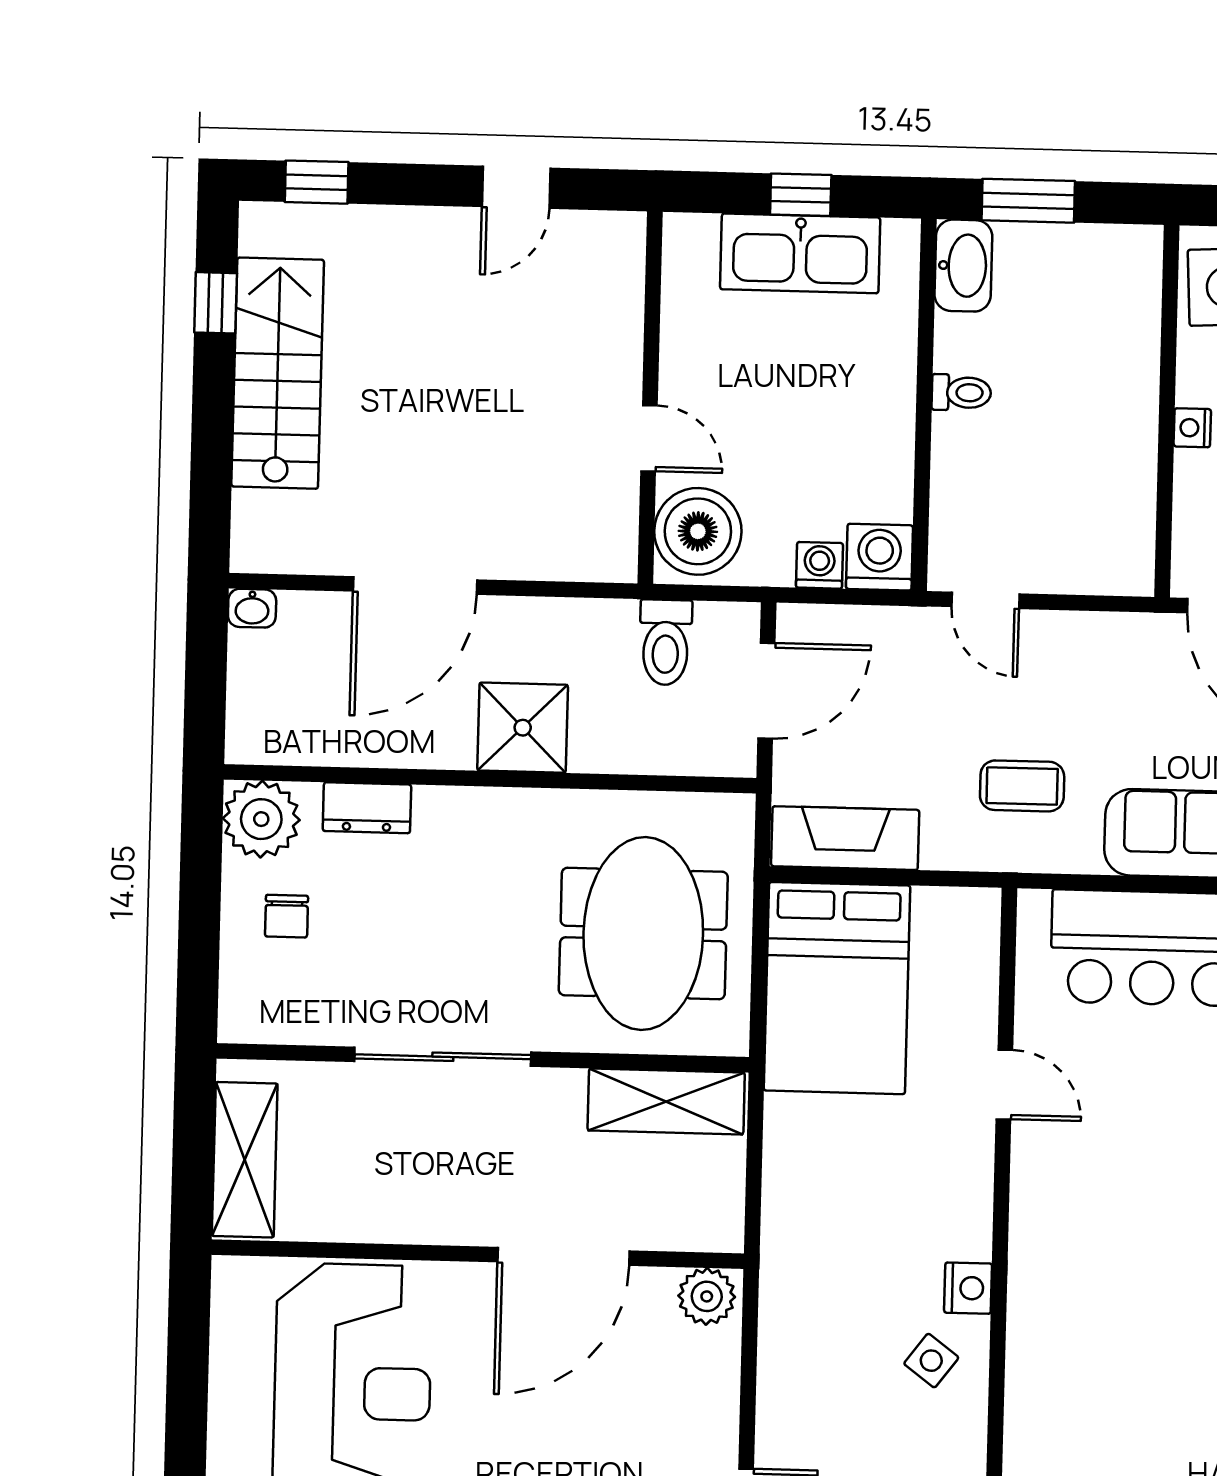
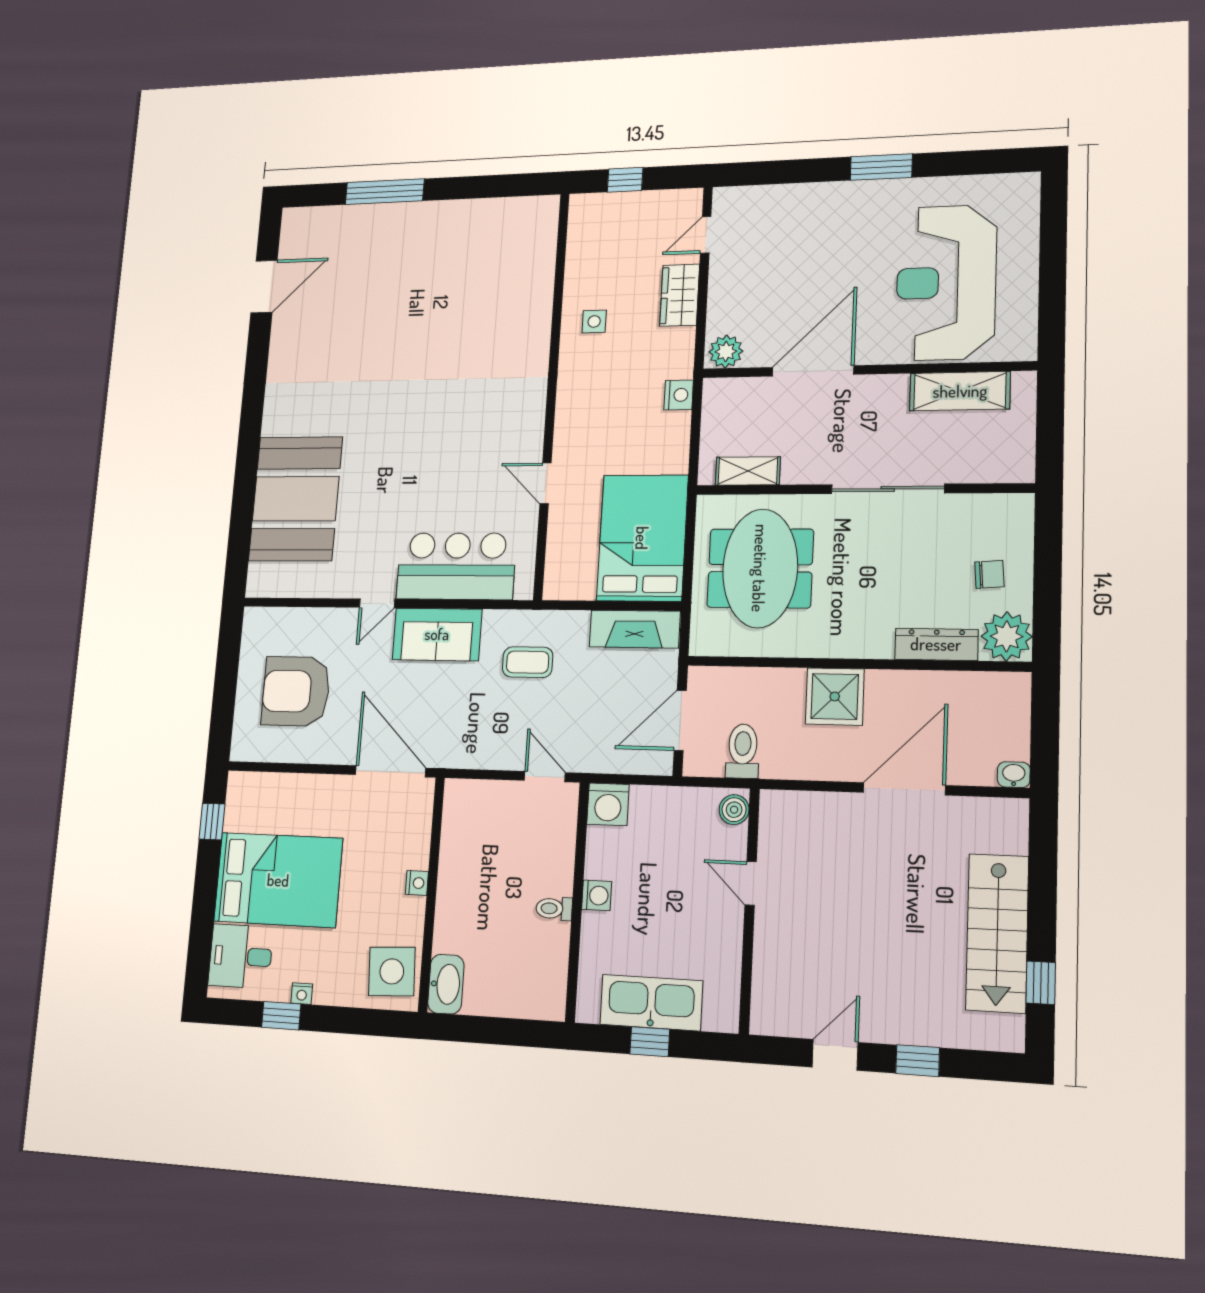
window: (317, 182) -> (918, 1061), moved
window: (1028, 201) -> (508, 1032), removed
washbasin: (963, 266) -> (446, 984), moved, turned 180
boiler: (698, 531) -> (734, 810), width x0.54, depth x0.54
washing machine: (819, 565) -> (597, 895), moved, turned -90
dresser: (367, 808) -> (936, 644), width x1.44
chair: (287, 916) -> (989, 574), turned 86
shelving: (666, 1102) -> (748, 471), width x0.67, depth x0.75
shelving: (245, 1160) -> (960, 391), moved, turned 90
nightstand: (968, 1288) -> (679, 395), moved, turned 180
side table: (931, 1361) -> (594, 321), turned -37
wardrobe: (787, 1398) -> (680, 295), added

